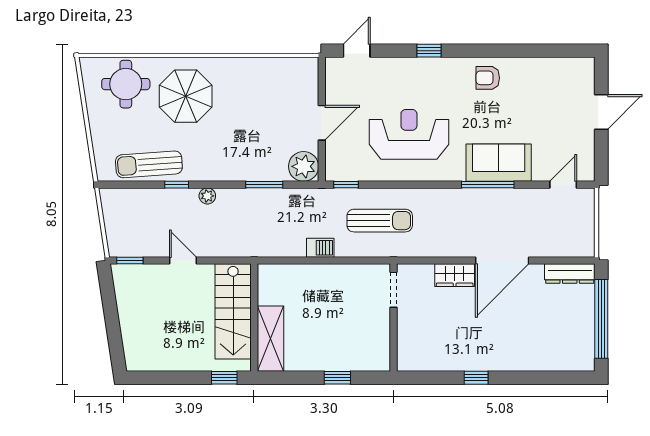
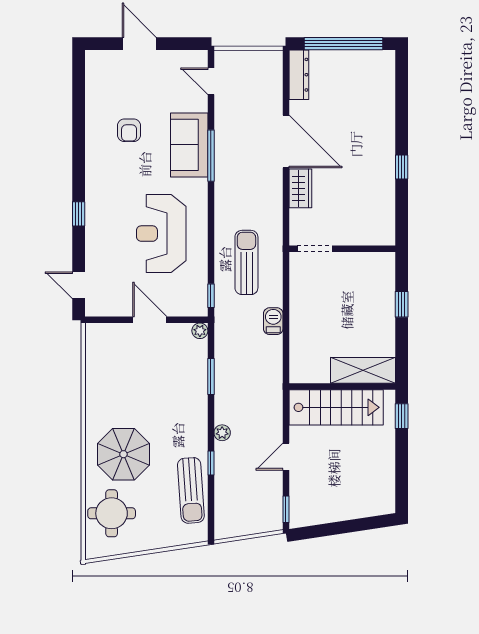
armchair: (488, 78) -> (129, 130), moved
plant: (304, 166) -> (200, 331), width x0.53, depth x0.53

